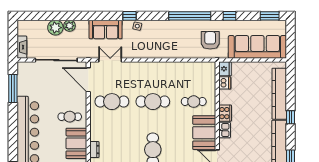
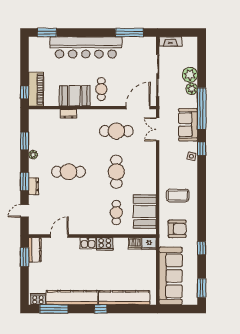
window: (190, 16) -> (202, 109), moved
coffee table: (177, 40) -> (178, 196), added
double door: (110, 60) -> (158, 129), swing flipped
cafe table: (112, 102) -> (116, 131), turned 90
booth: (204, 133) -> (145, 212), moved, turned 90

